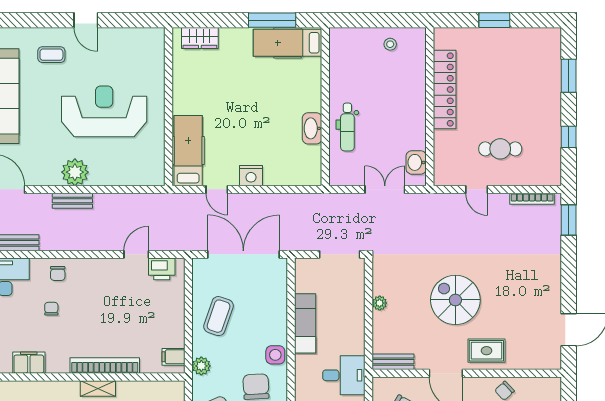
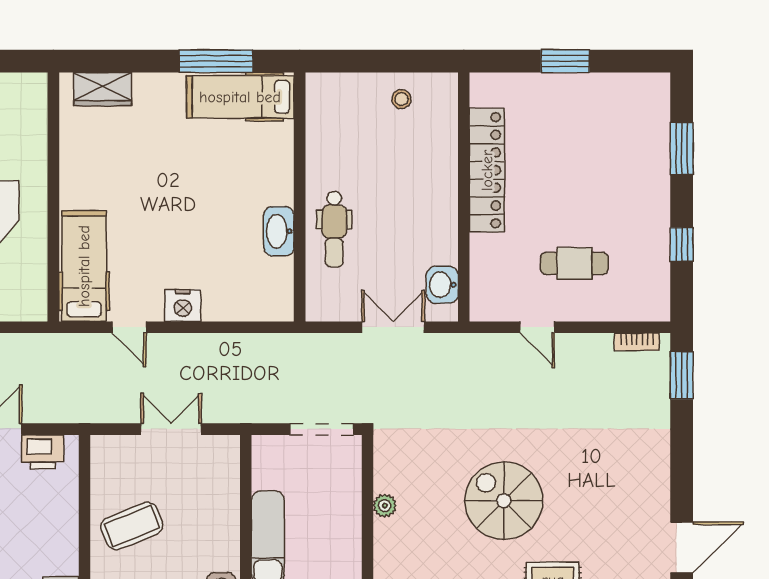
bookcase: (532, 199) -> (637, 342), width x0.64
double door: (243, 254) -> (171, 429), width x0.54
coffee table: (219, 316) -> (132, 526), turned 49

